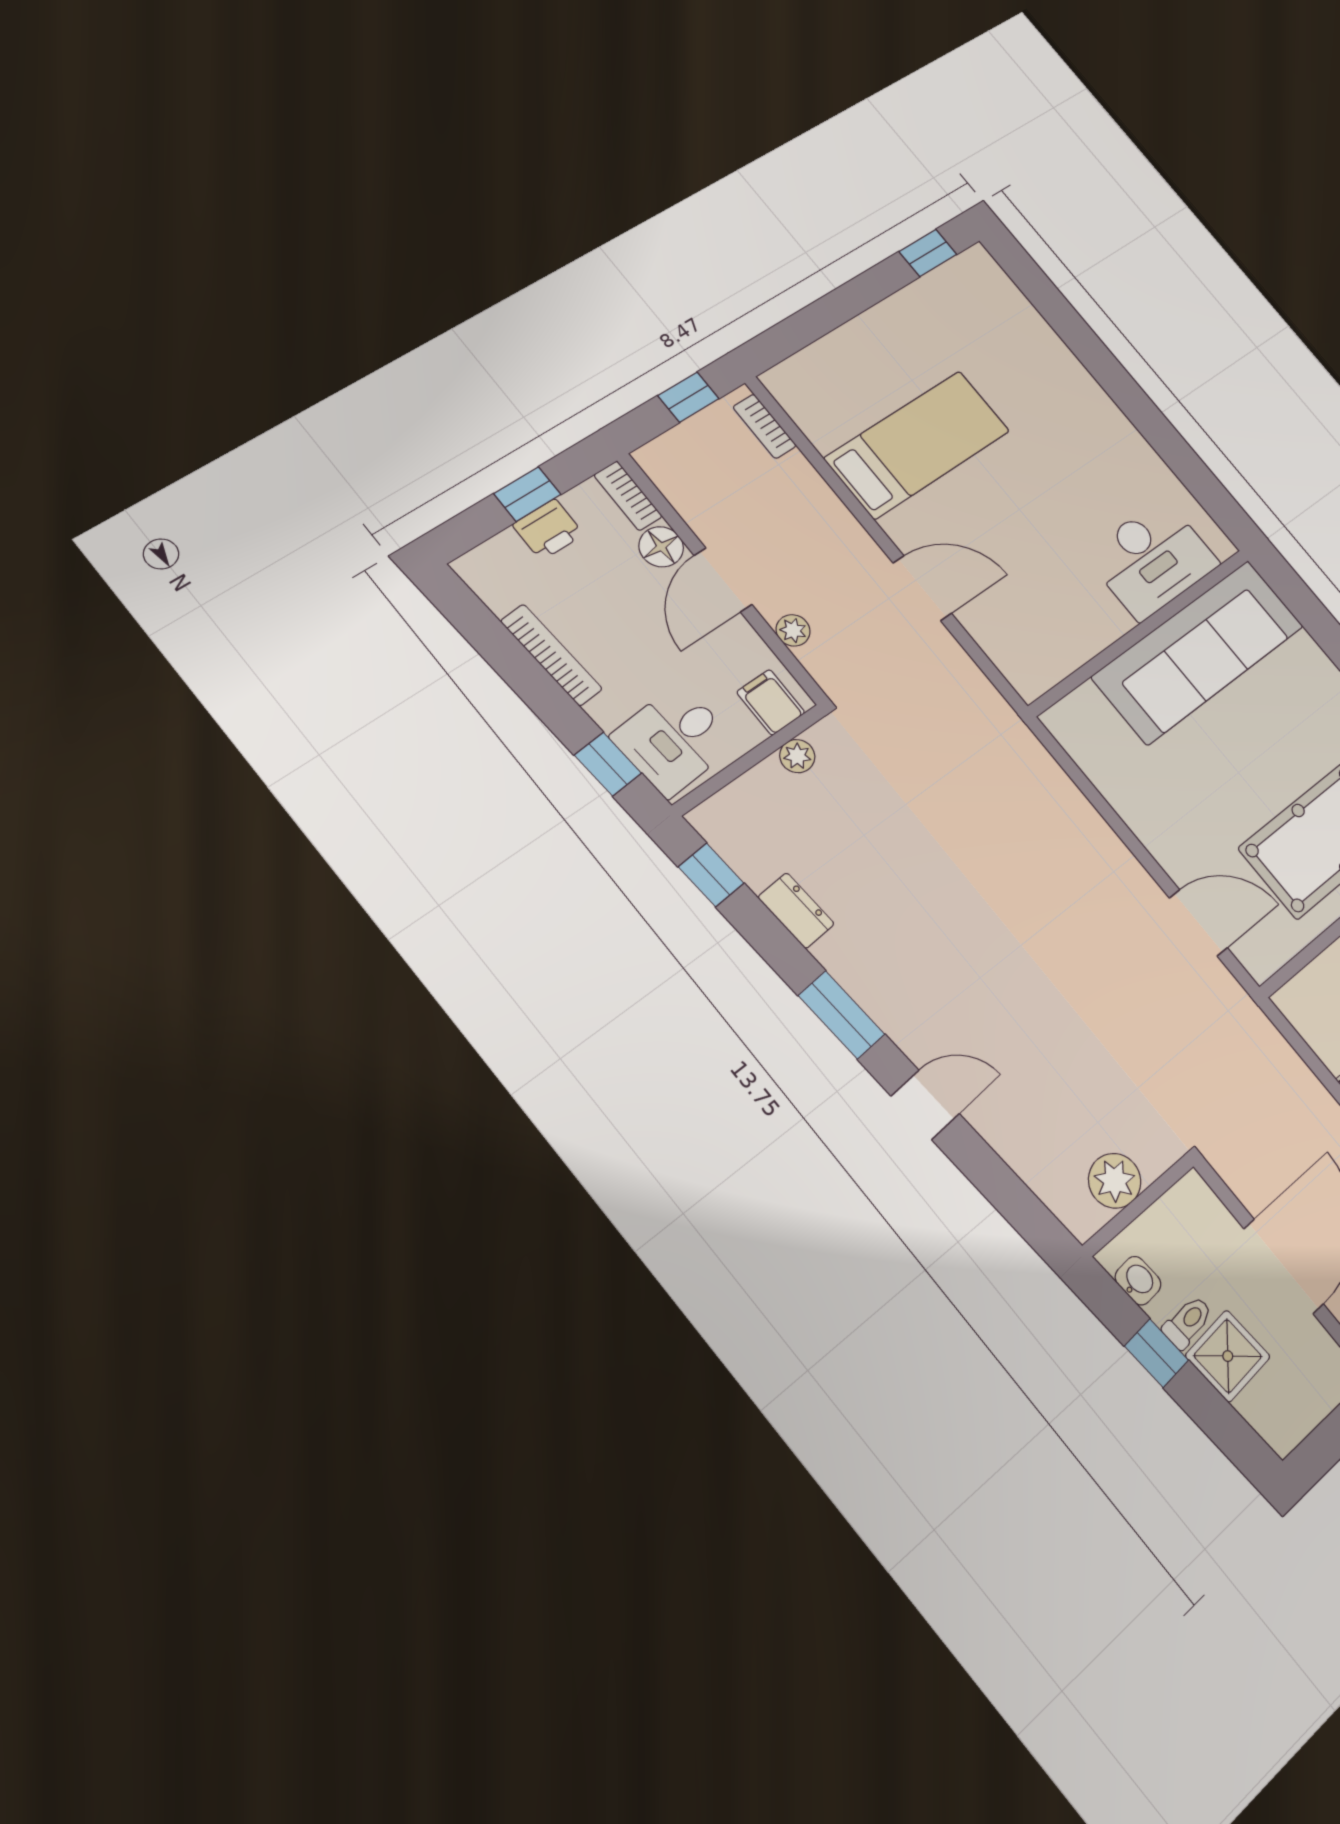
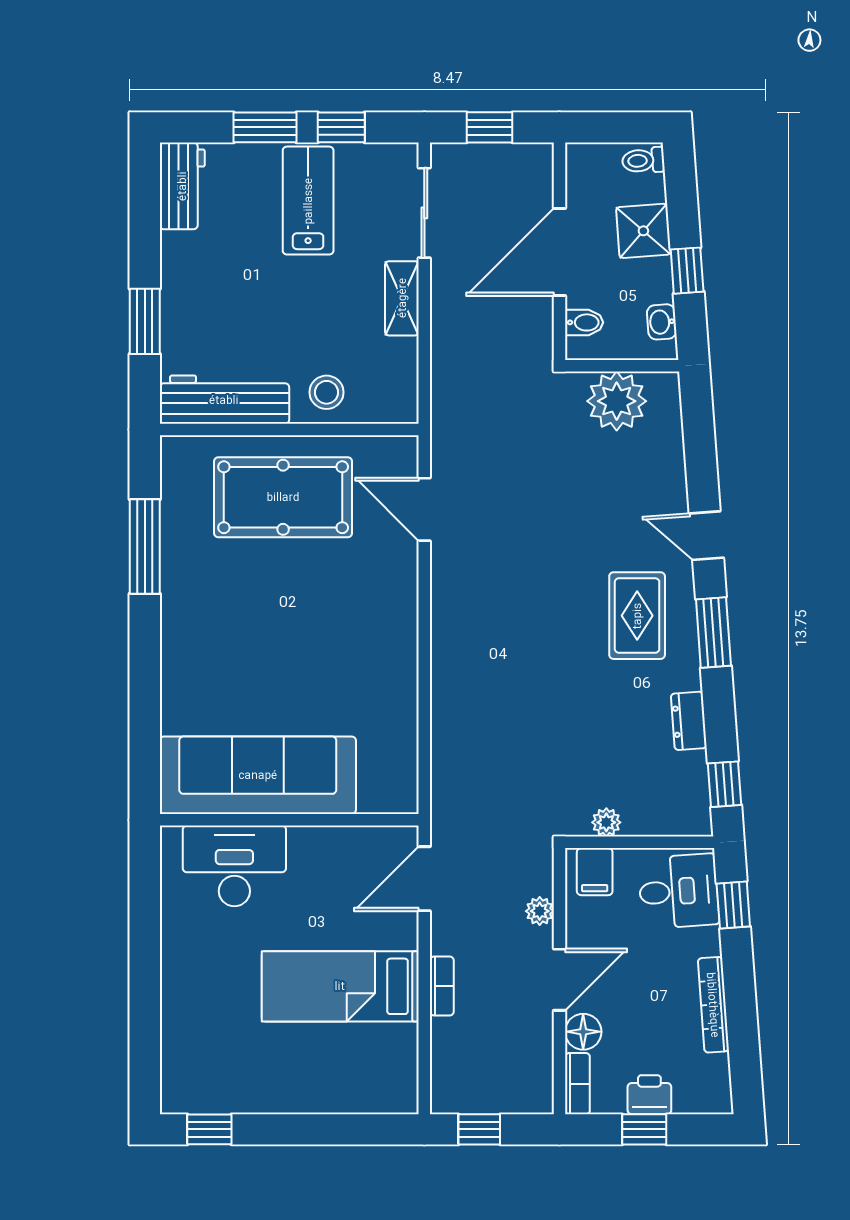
bookcase: (765, 426) -> (442, 986), moved
desk: (1152, 559) -> (234, 866), moved
door: (922, 588) -> (424, 879), hinge flipped
wall: (1141, 631) -> (289, 820), moved
sofa: (1199, 651) -> (258, 775), moved
rug: (928, 974) -> (637, 616), added
plant: (1115, 1181) -> (617, 401), width x1.36, depth x1.36
bidet: (1207, 1218) -> (584, 322), added
toilet: (1188, 1322) -> (643, 160), moved

